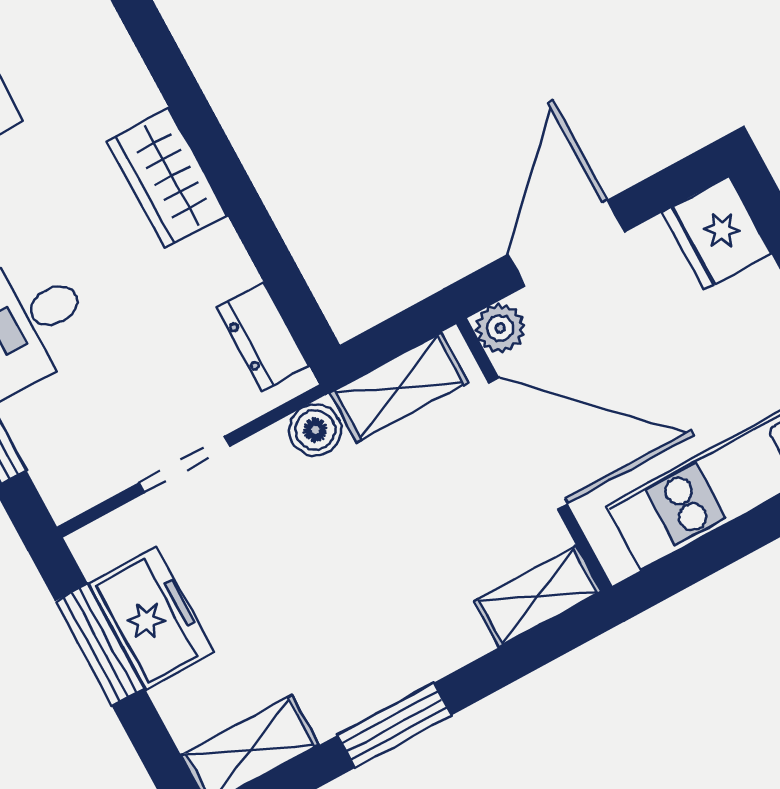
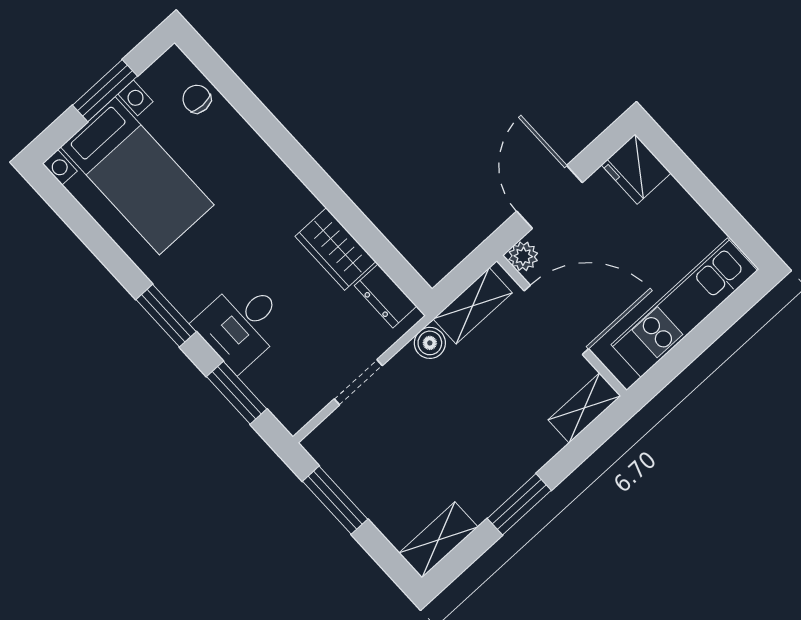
wardrobe: (167, 178) -> (335, 249), moved
freezer: (151, 618) -> (361, 477), removed

